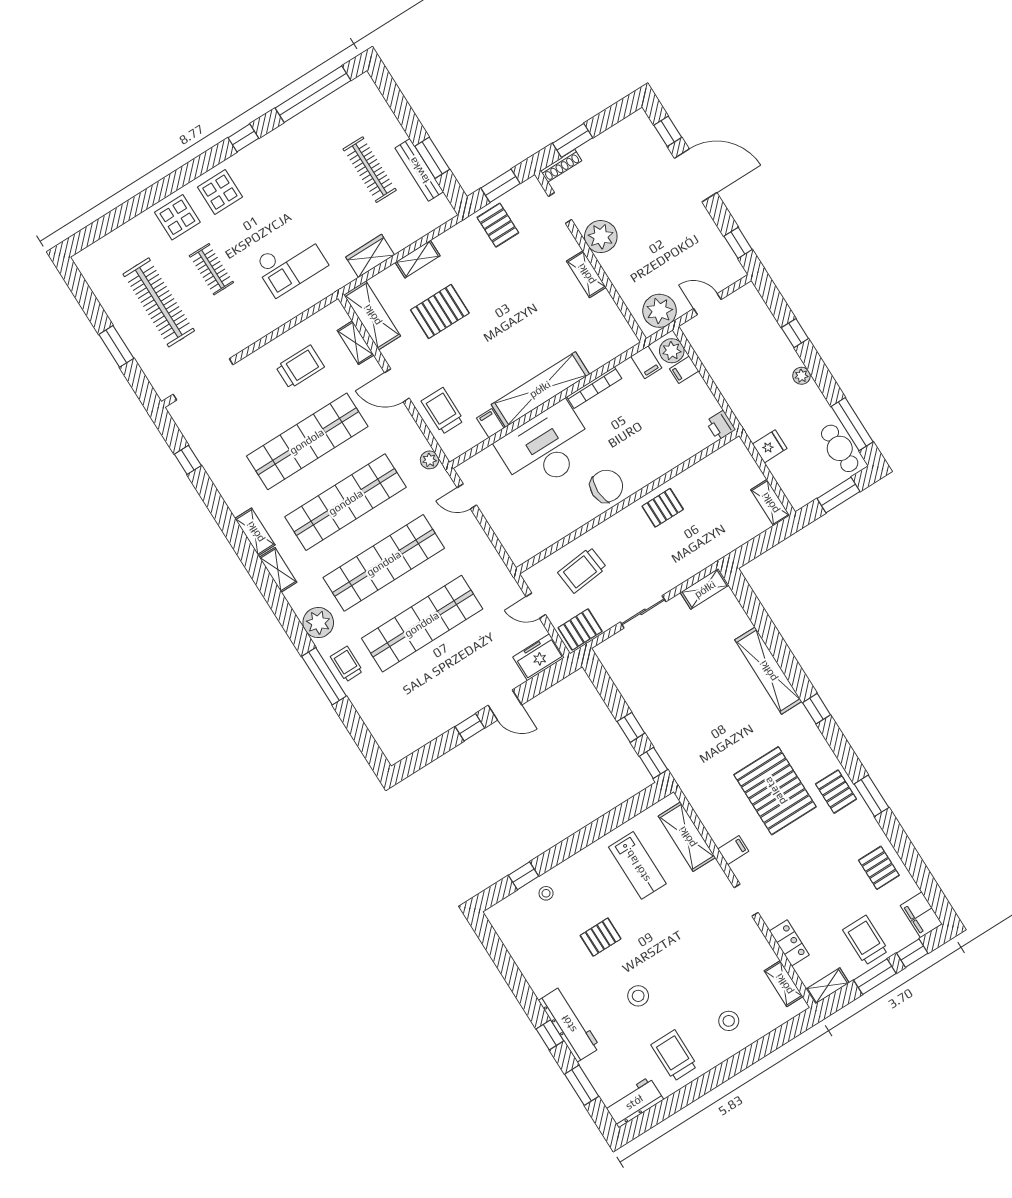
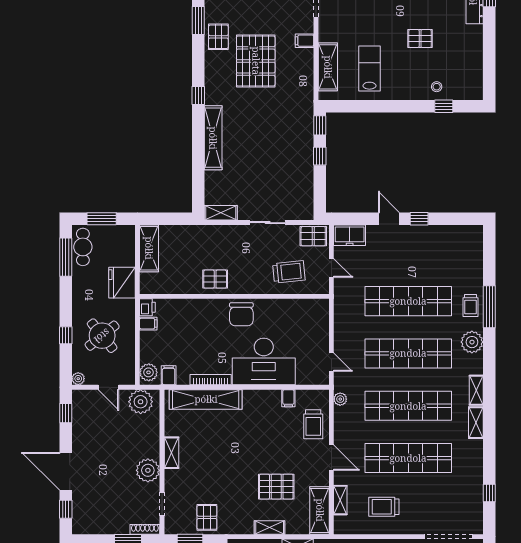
round table: (753, 359) -> (102, 336), added
filing cabinet: (684, 370) -> (148, 324), moved
plant: (802, 376) -> (78, 379), moved
shelving: (540, 389) -> (206, 399), moved
fridge: (770, 446) -> (122, 283), width x1.88, depth x1.34
chair: (606, 486) -> (241, 314), turned -89
shelving: (770, 503) -> (149, 248), width x1.50, depth x1.33

